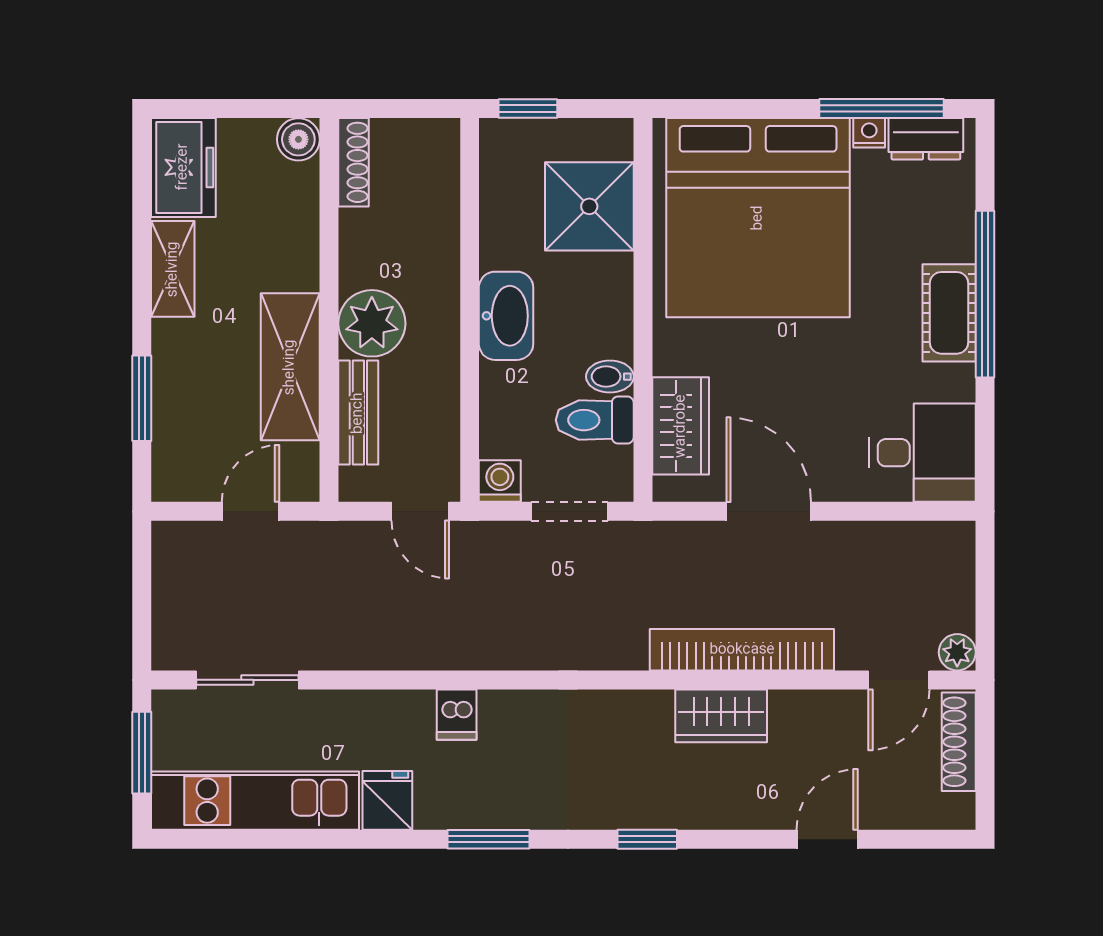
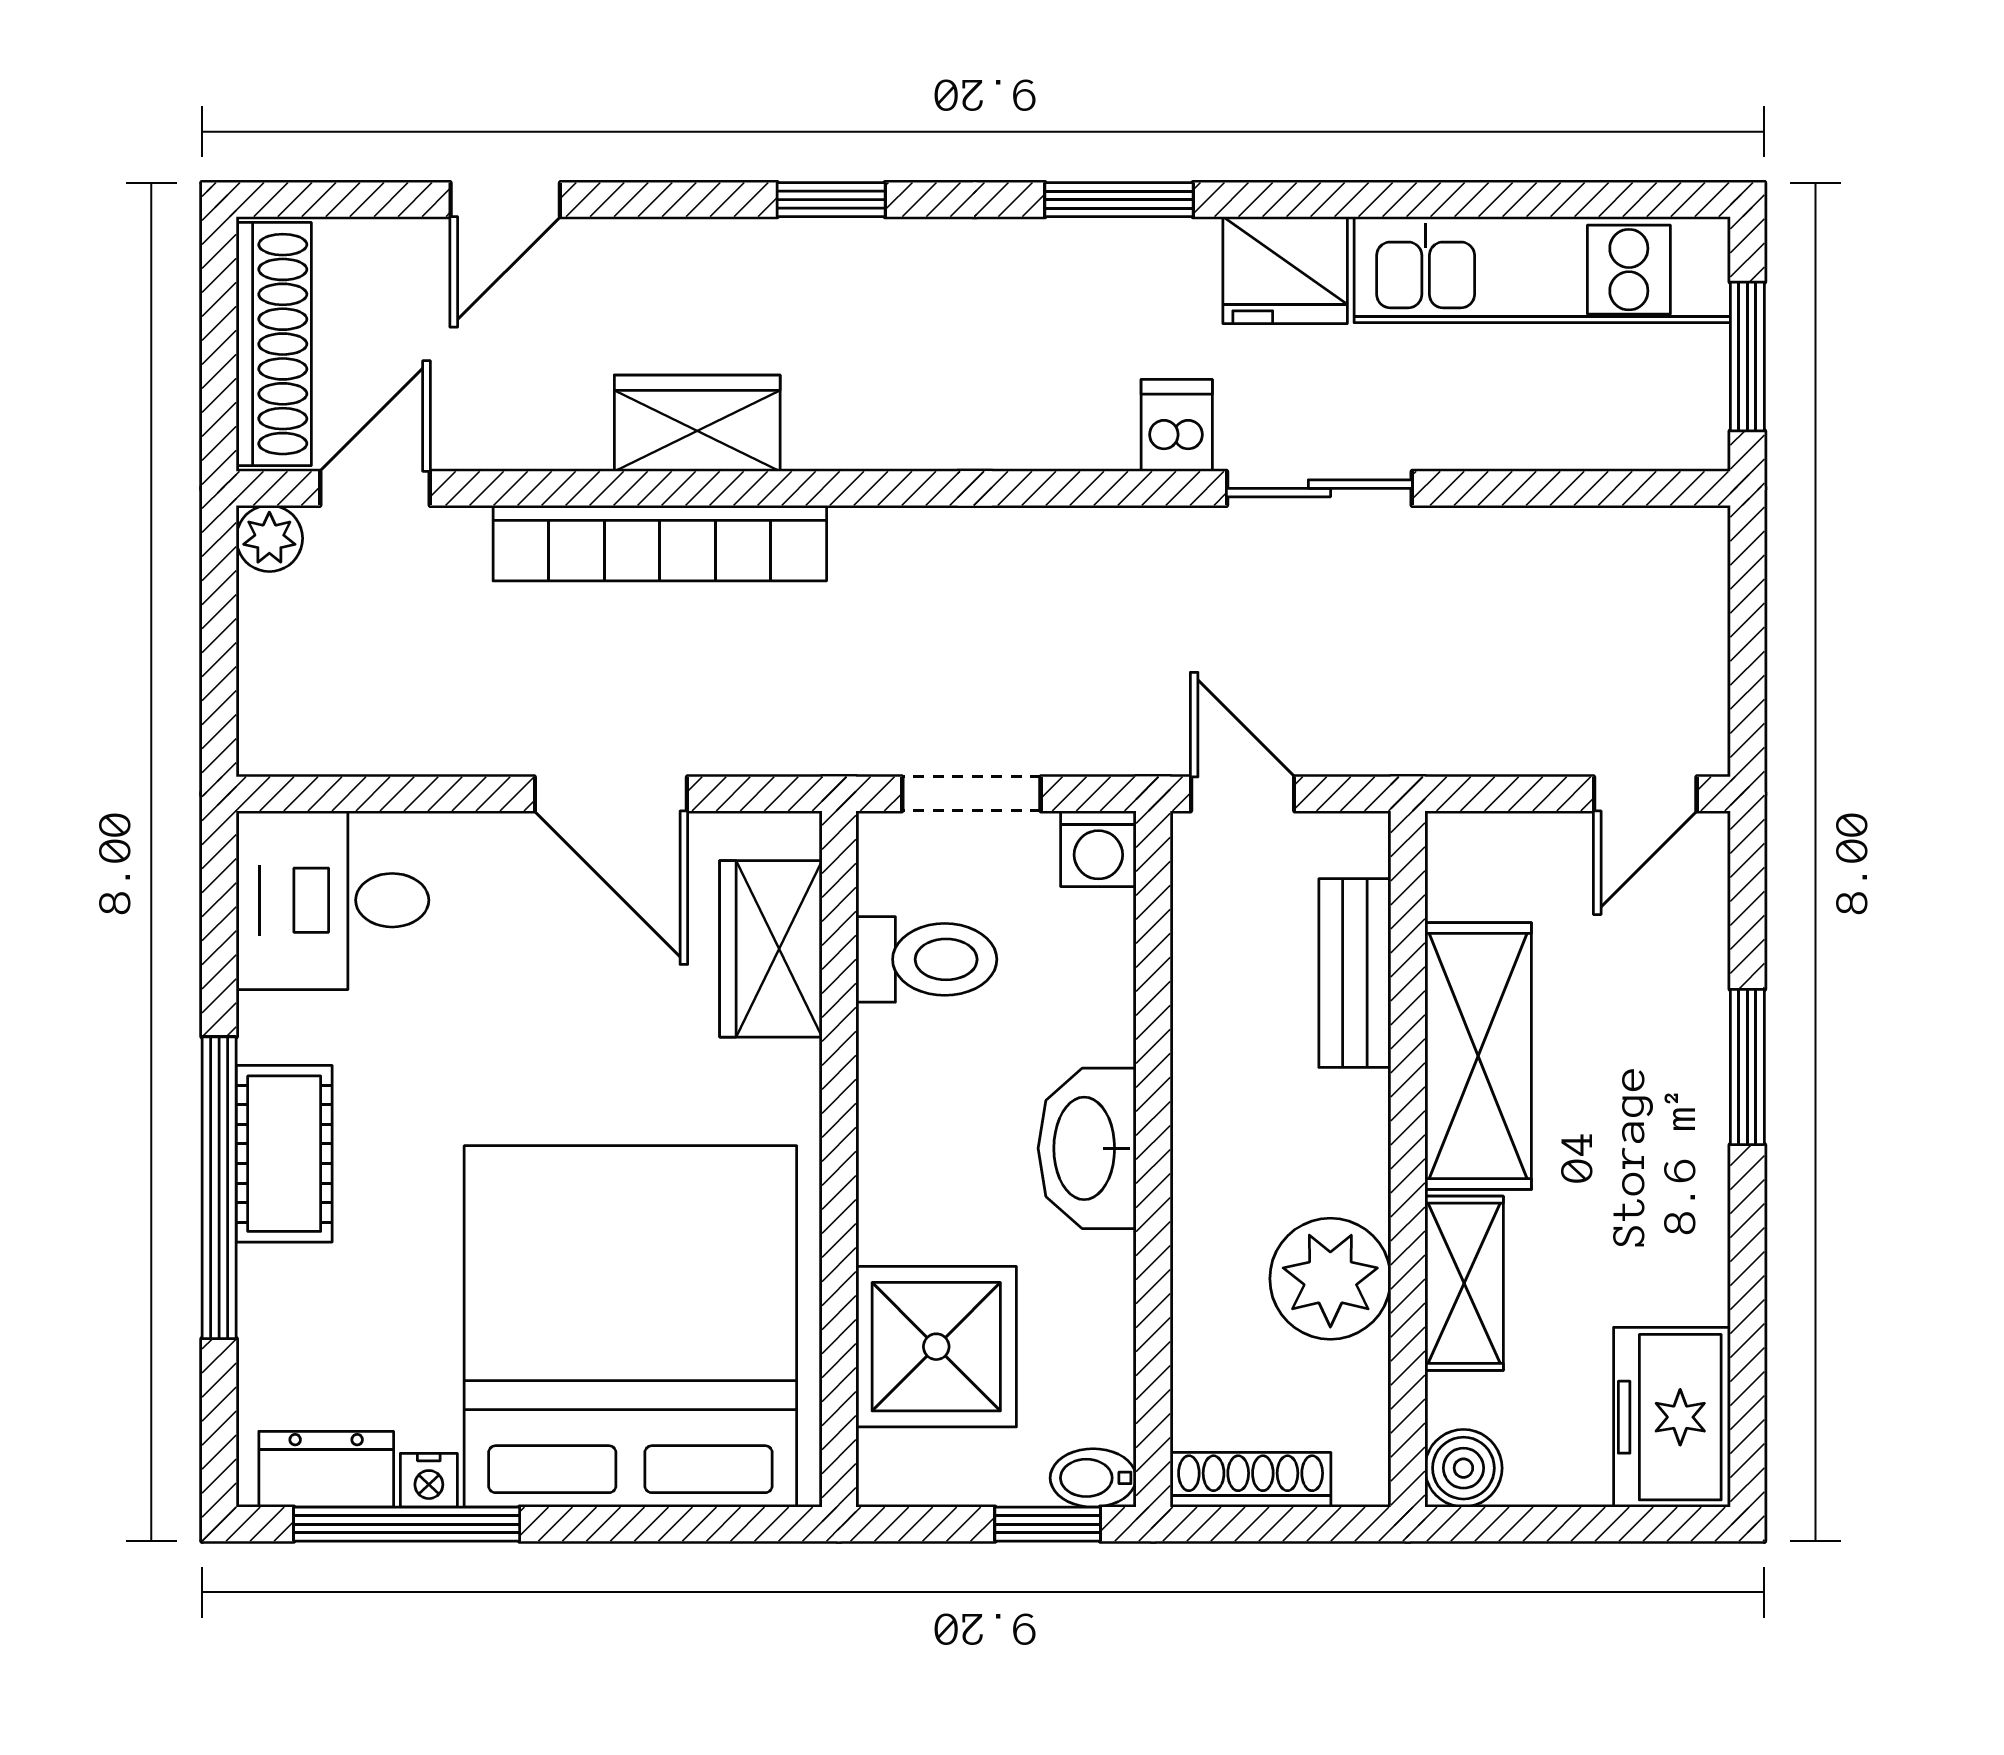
shoe rack: (354, 162) -> (1251, 1480), moved, turned 90
shelving: (173, 269) -> (1464, 1283), moved
plant: (372, 323) -> (1330, 1279), moved
bidet: (610, 377) -> (1093, 1478), moved, turned 180
window: (142, 398) -> (1747, 1067), moved
door: (250, 511) -> (1645, 794), moved
sliding door: (247, 680) -> (1319, 488), moved
shoe rack: (959, 742) -> (274, 344), width x1.36, depth x1.24
fridge: (387, 800) -> (1285, 270), width x1.38

